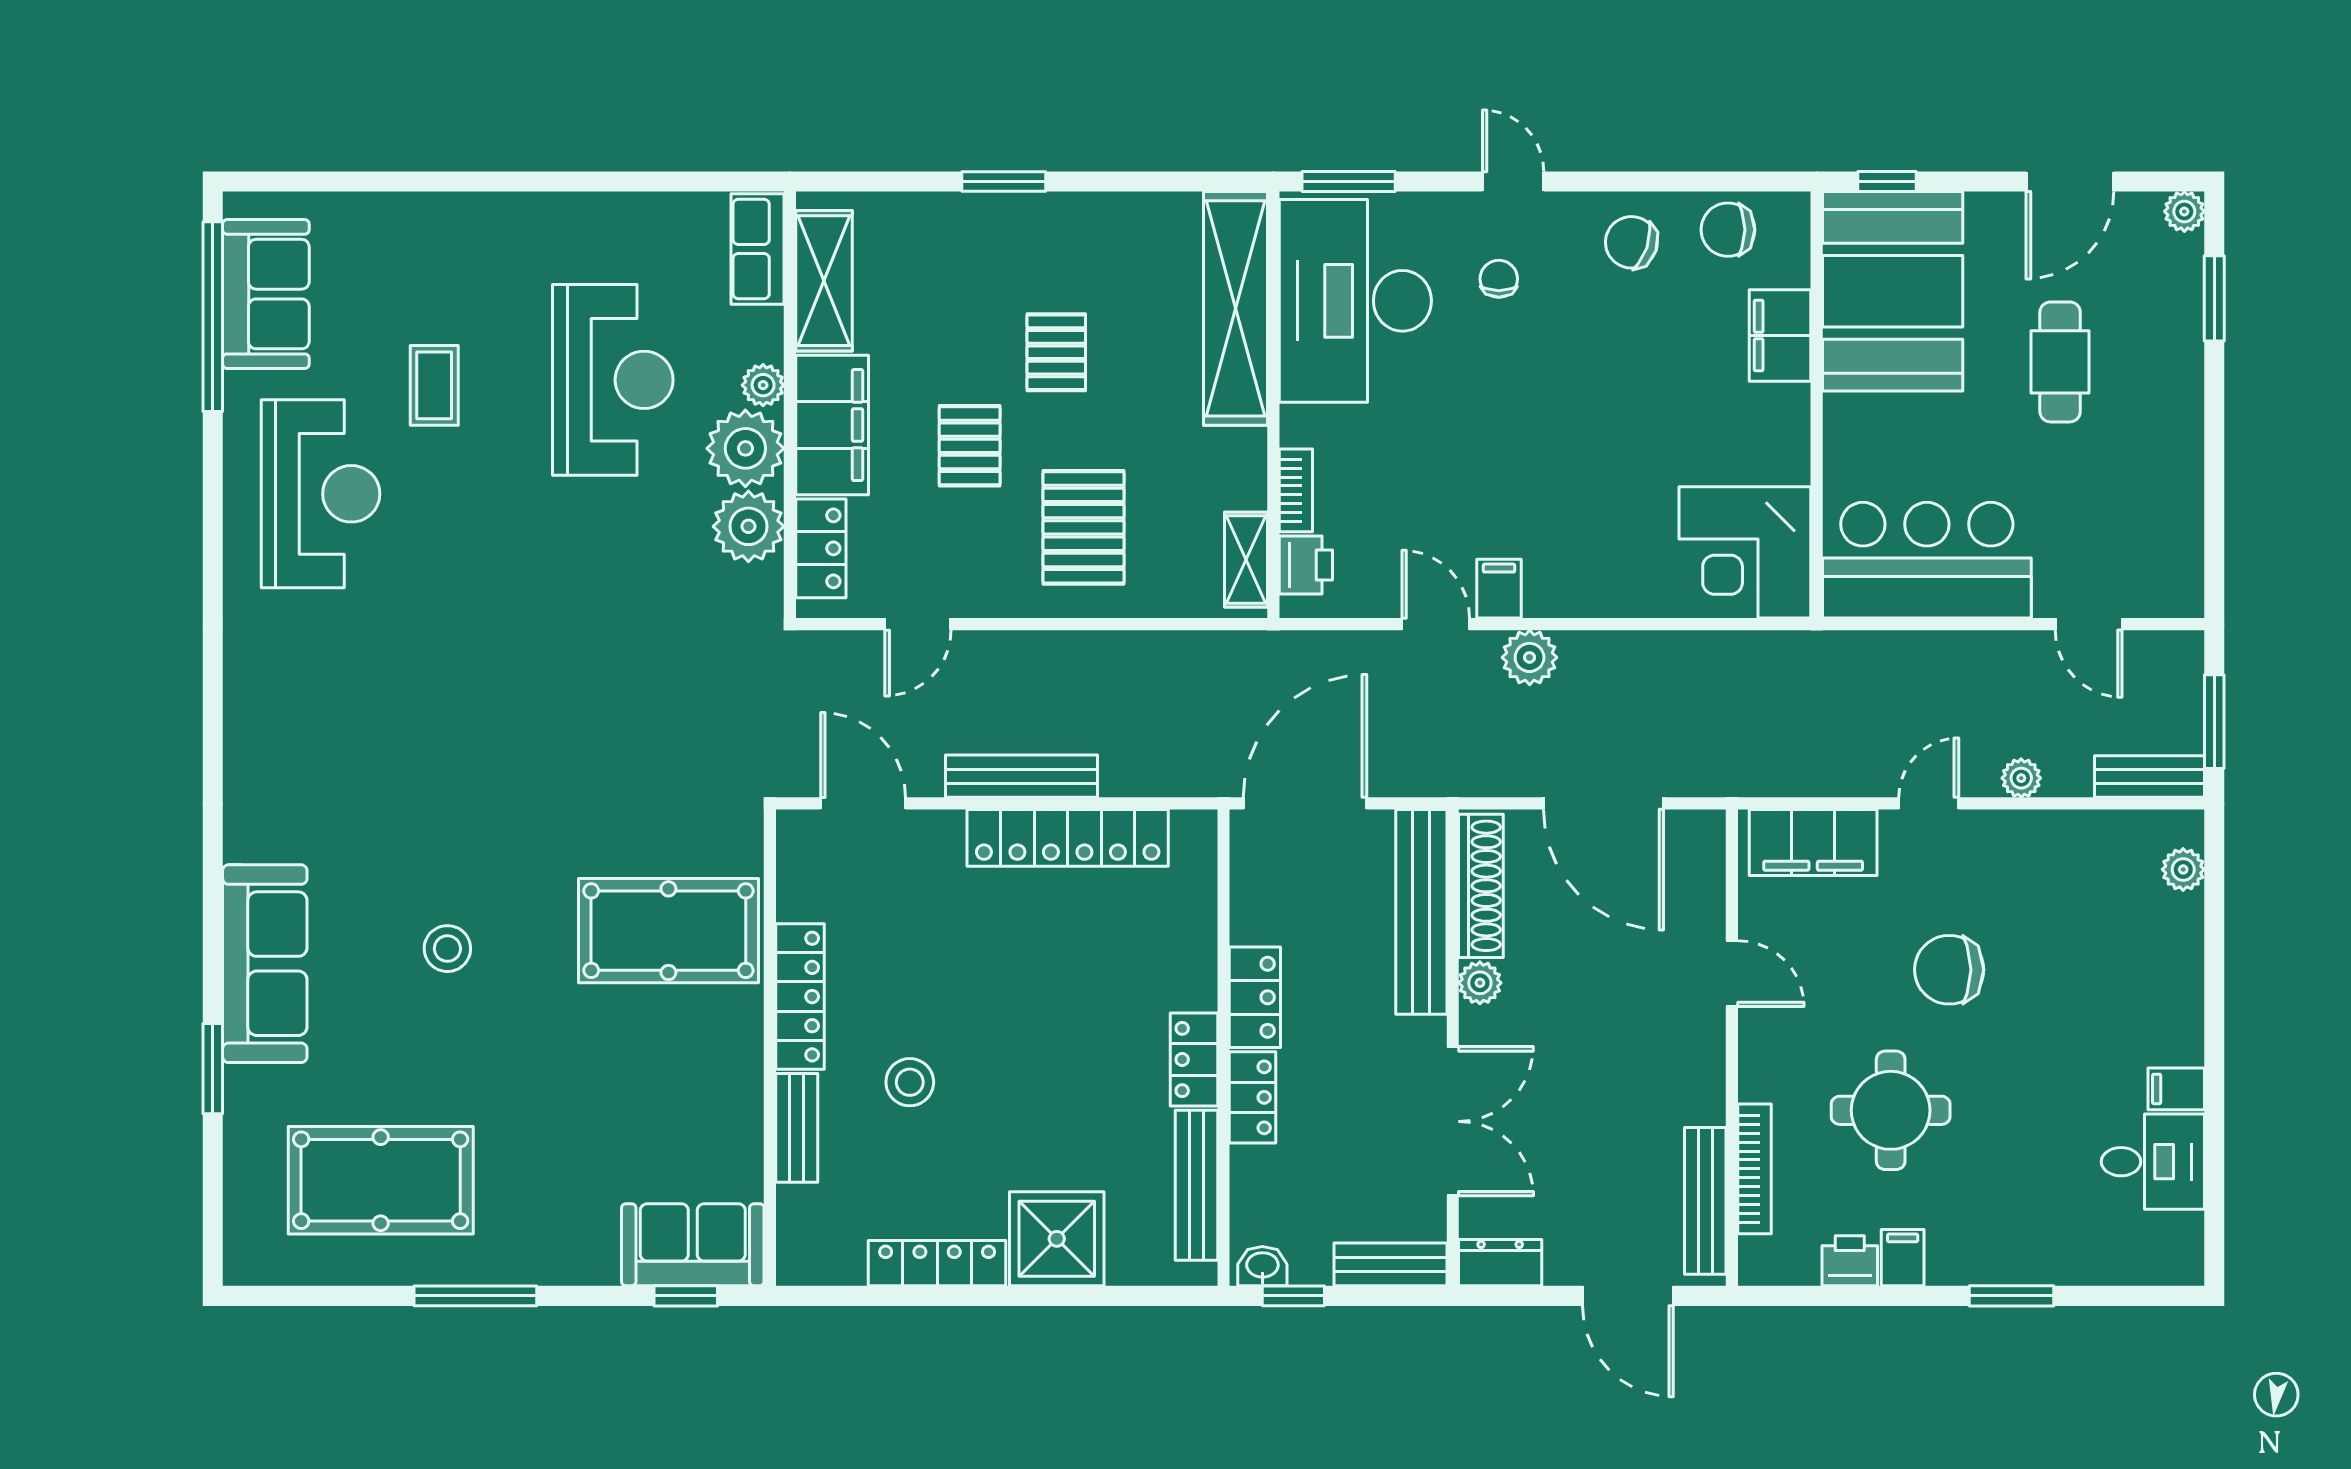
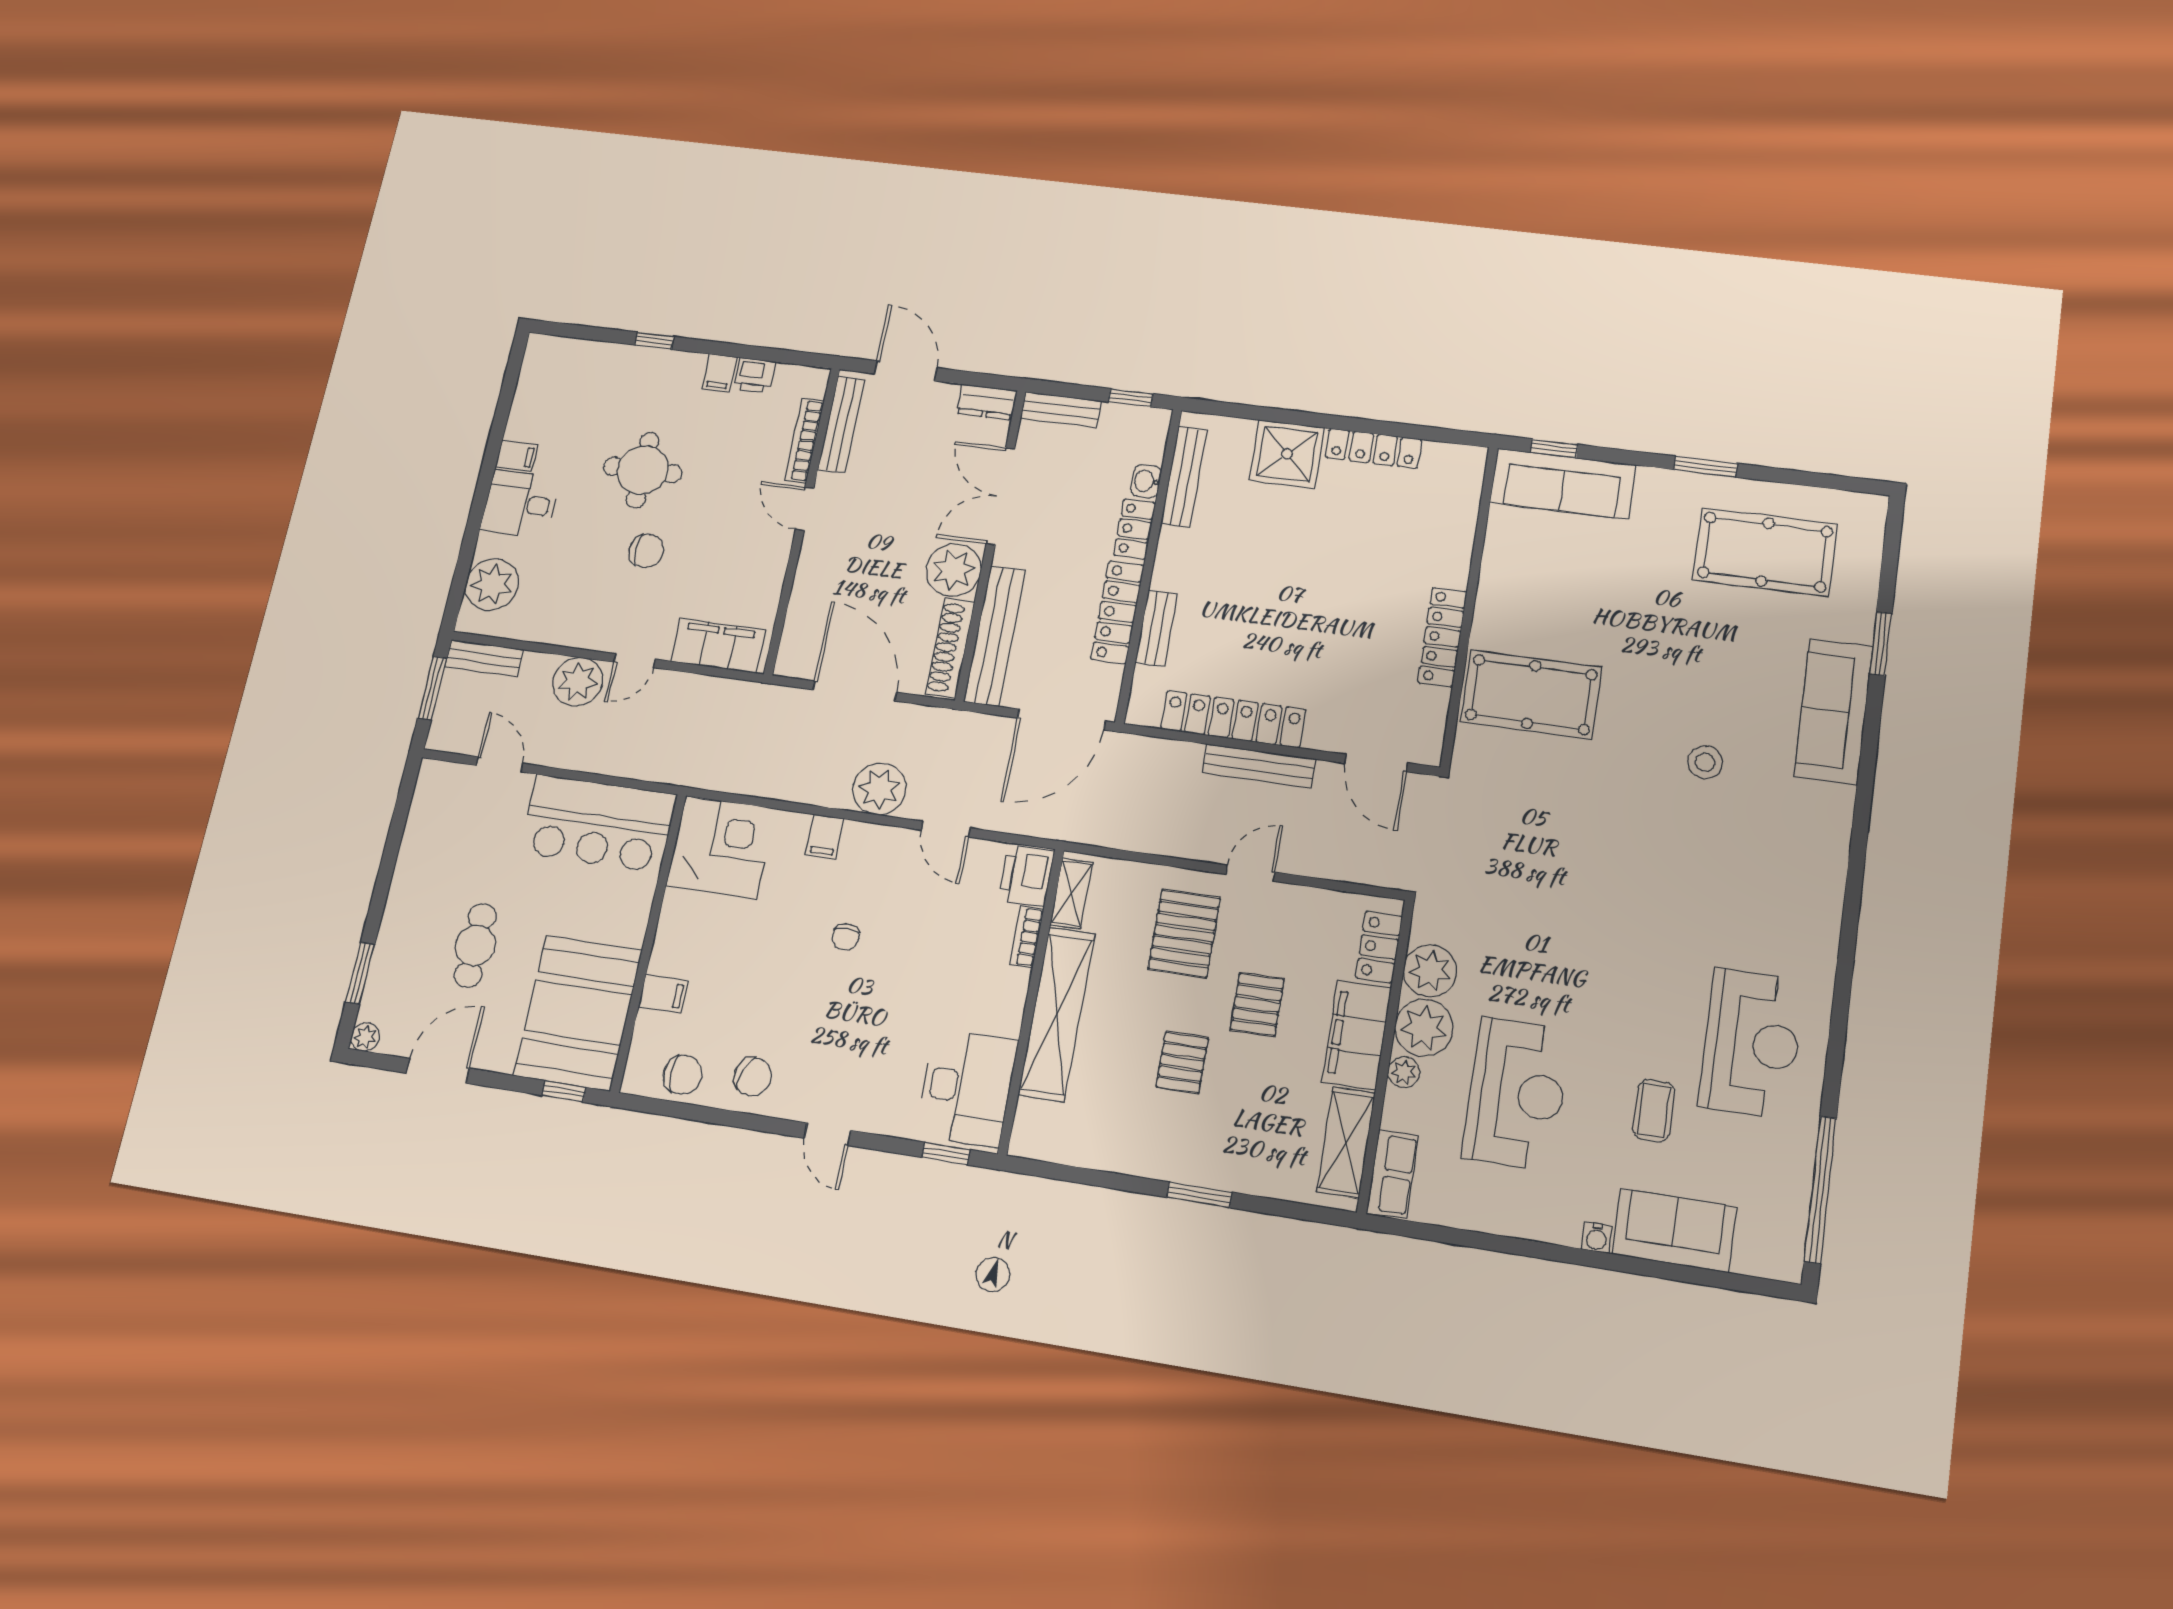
window: (1349, 181) -> (946, 1154), width x0.67
water cooler: (486, 209) -> (1597, 1238), added
chair: (1499, 279) -> (846, 937), moved
sofa: (266, 294) -> (1674, 1230), moved, turned 90
desk: (1355, 301) -> (967, 1087), width x0.73, depth x0.77
shelving: (1235, 308) -> (1057, 1014), moved
filing cabinet: (1780, 336) -> (663, 994), width x0.50
reception desk: (613, 380) -> (1517, 1094), turned 180
reception desk: (320, 494) -> (1752, 1043), turned 180
printer: (1306, 565) -> (1026, 875), width x1.36, depth x1.24
filing cabinet: (1499, 589) -> (825, 837), moved
door: (918, 624) -> (1250, 873), moved
plant: (1530, 657) -> (879, 789), width x1.36, depth x1.36
plant: (2021, 778) -> (578, 682), width x1.88, depth x1.88
plant: (2183, 869) -> (492, 585), width x1.87, depth x1.87
stool: (447, 949) -> (1705, 762), moved
chair: (1949, 970) -> (646, 551), width x0.73, depth x0.73
door: (1732, 974) -> (805, 509), moved
plant: (1480, 983) -> (954, 570), width x1.88, depth x1.88
locker: (1255, 997) -> (1117, 612), width x1.53
locker: (1194, 1060) -> (1171, 559), removed
stool: (910, 1082) -> (1373, 570), removed
round table: (1891, 1110) -> (643, 470), moved
bench: (797, 1128) -> (1156, 628), moved
desk: (2153, 1162) -> (520, 504), moved
sofa: (693, 1245) -> (1563, 484), width x1.36
washbasin: (1262, 1266) -> (1146, 481), moved, turned 90
window: (475, 1296) -> (1705, 467), width x0.69
window: (2011, 1296) -> (654, 341), width x0.67

